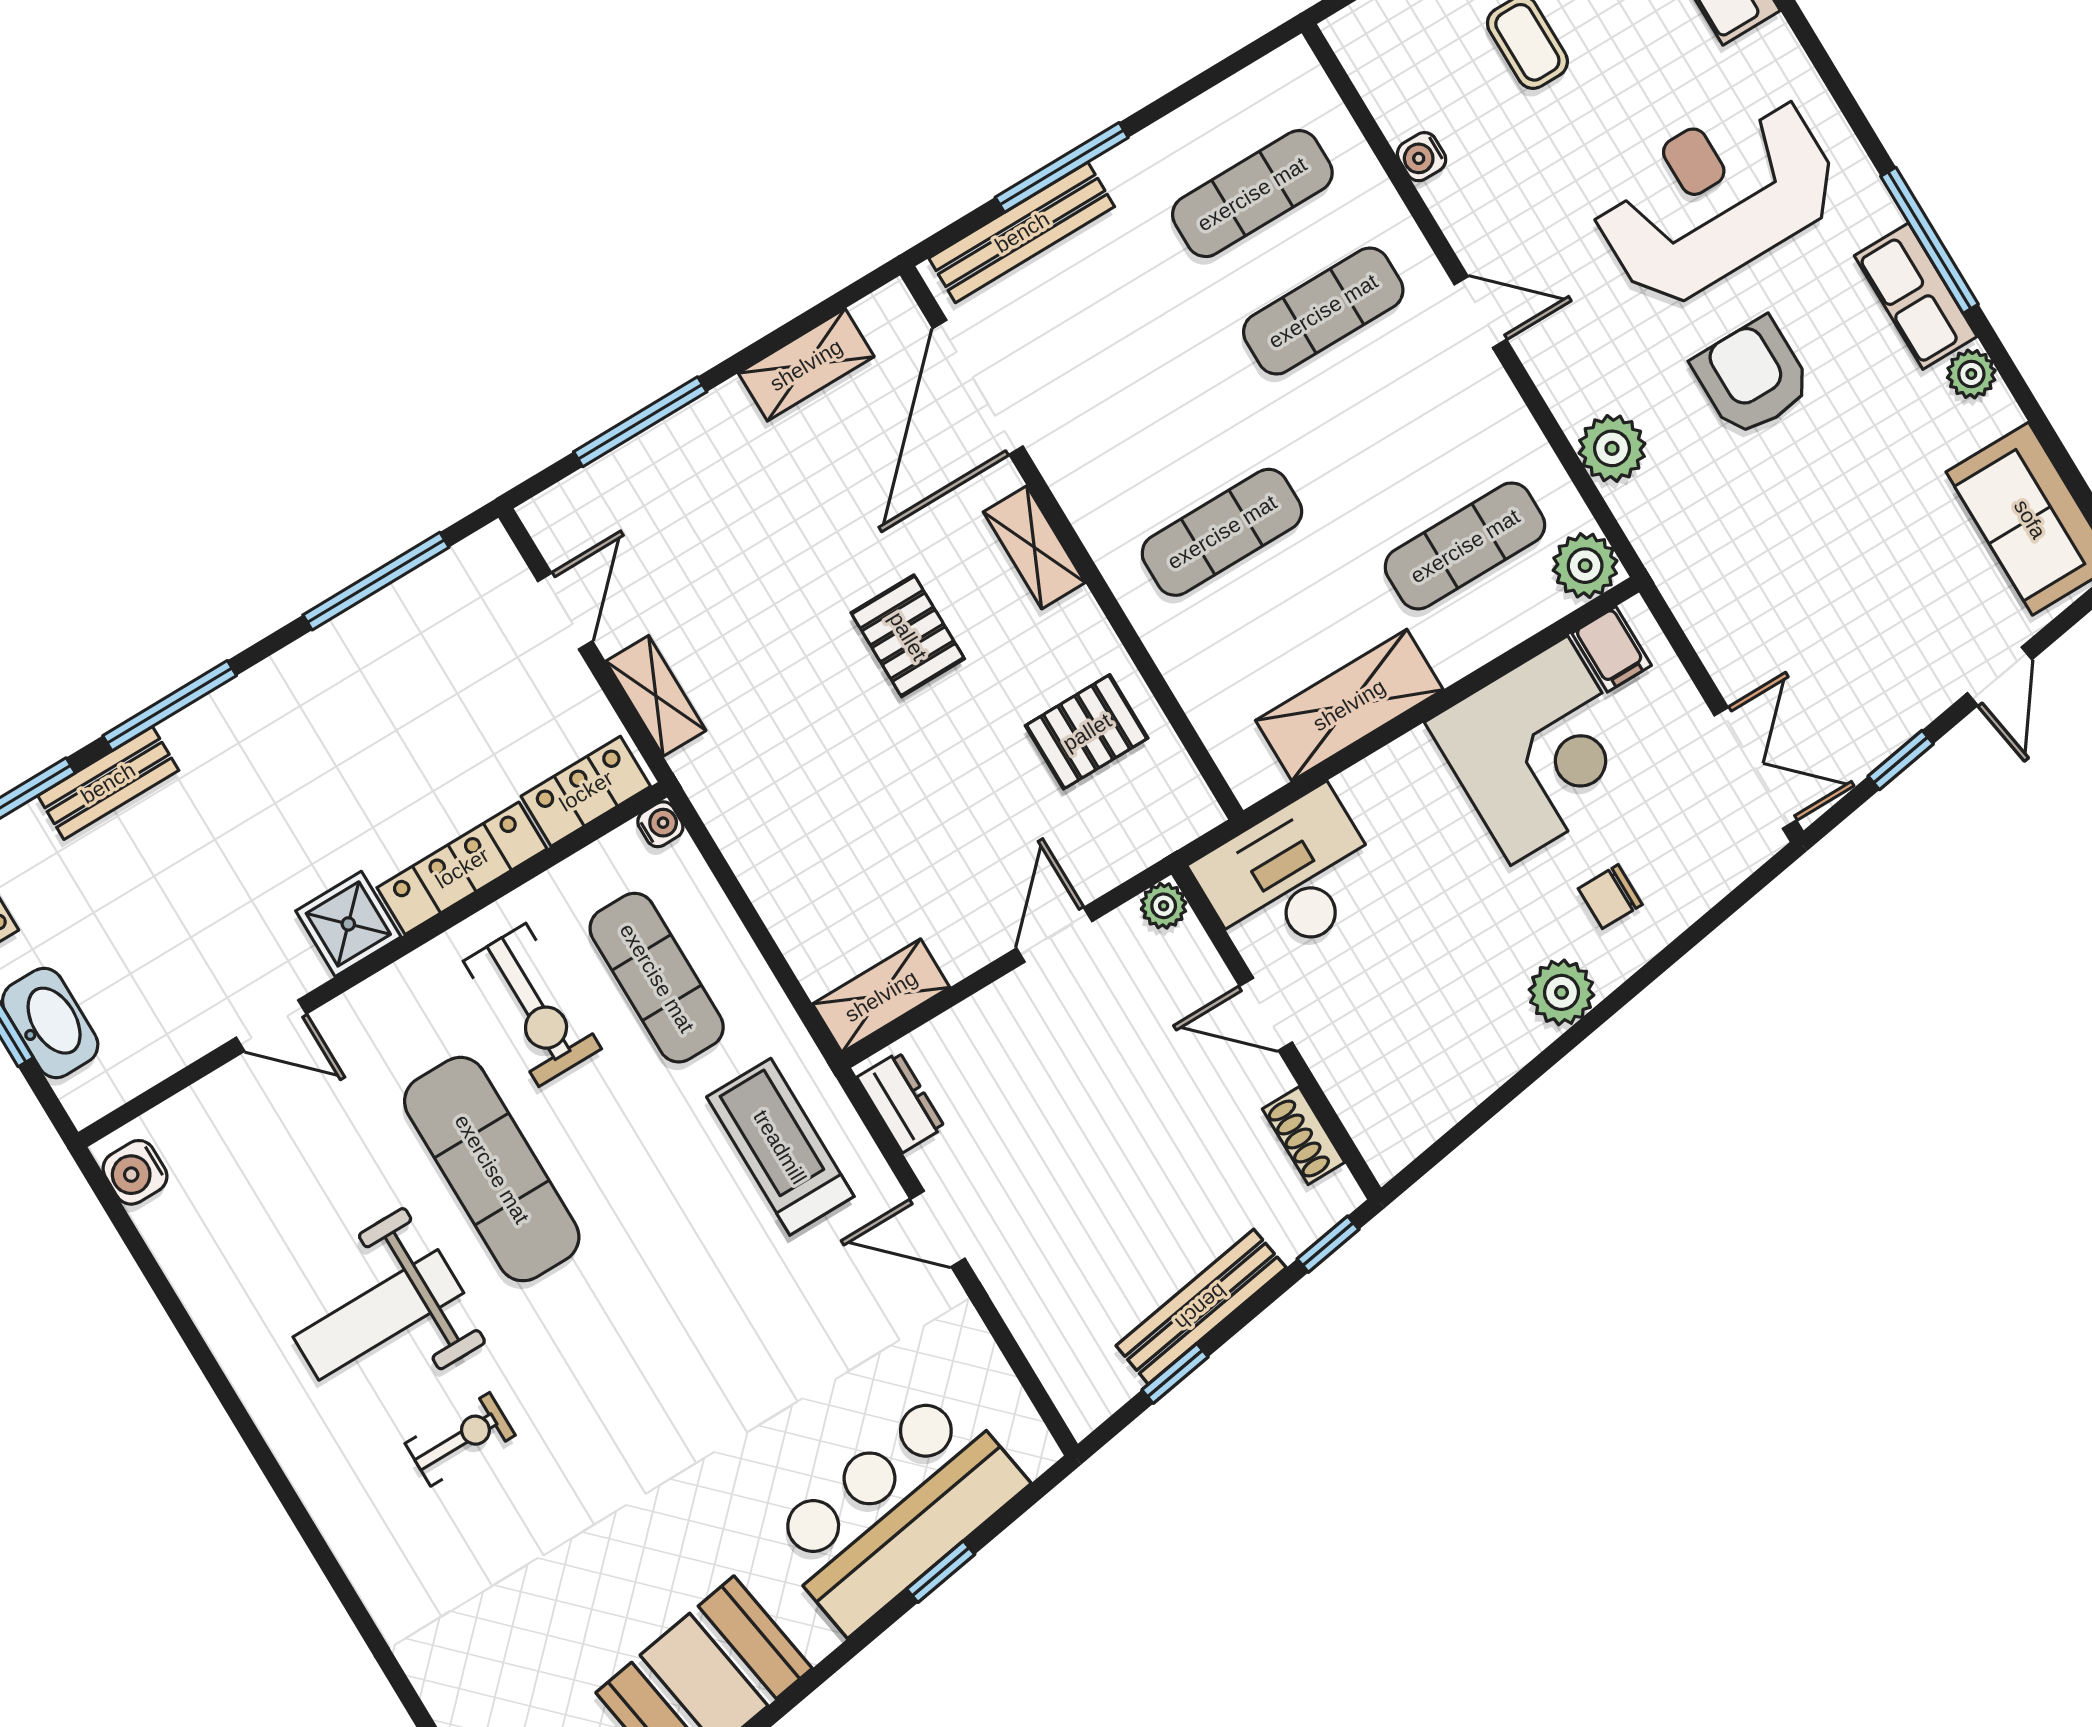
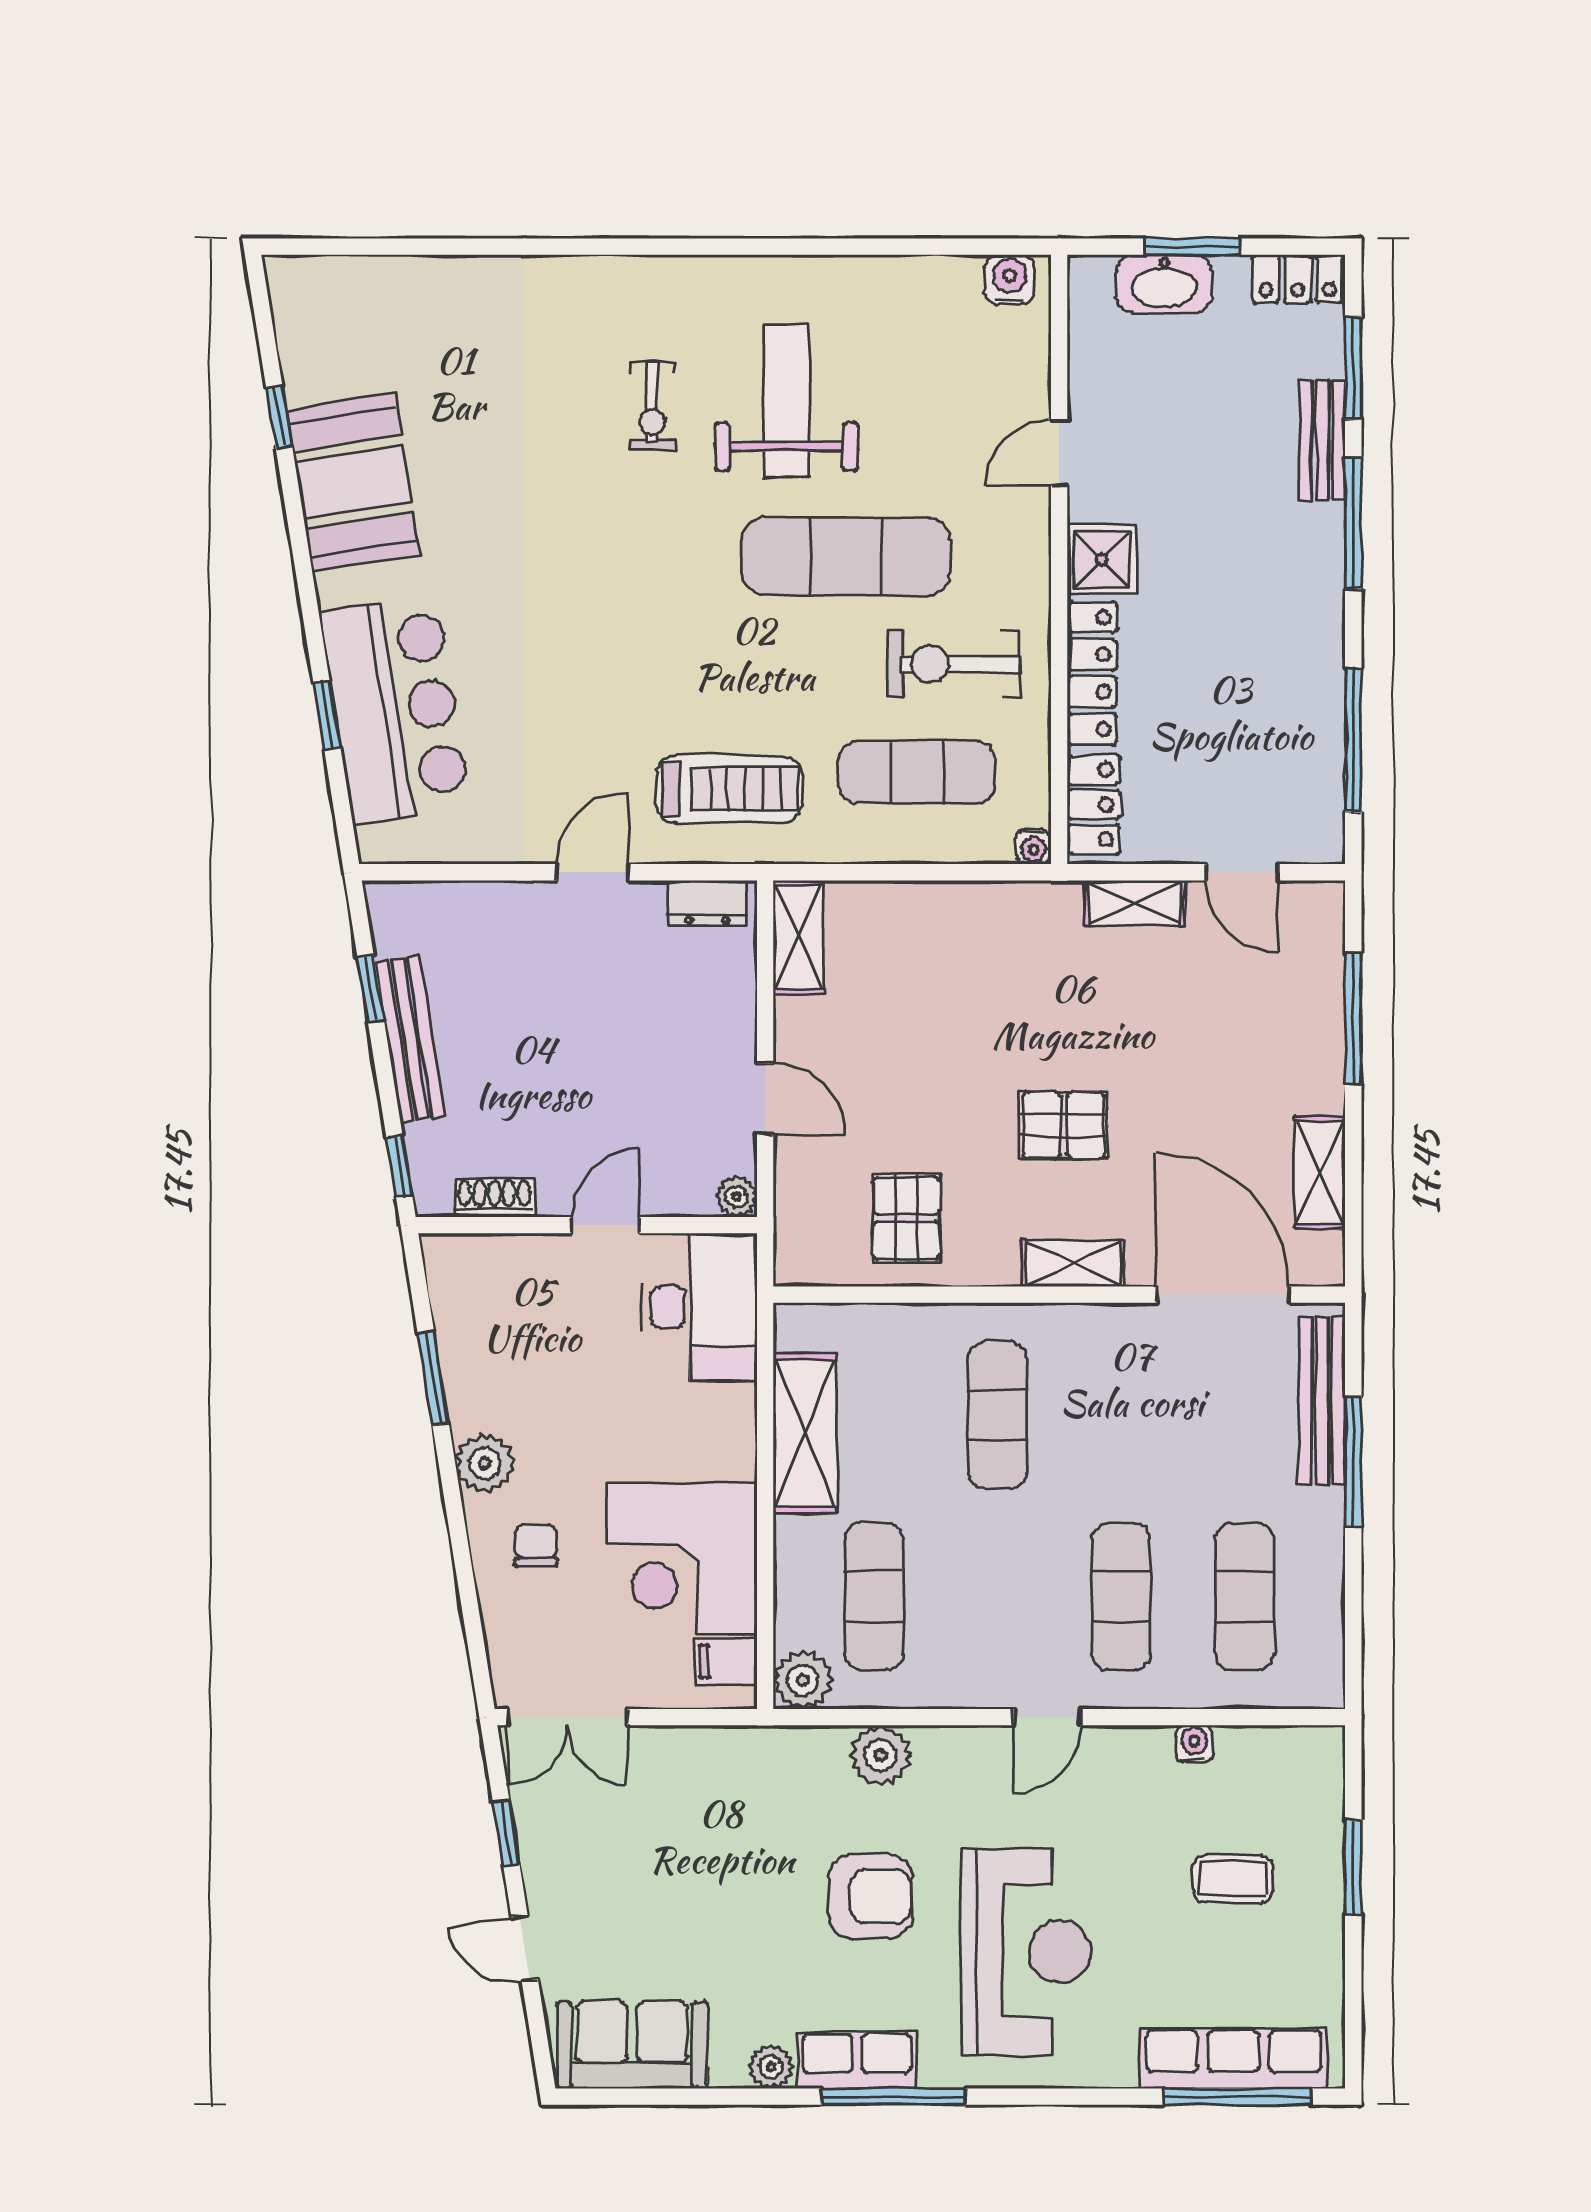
window: (1510, 1090) -> (433, 1378), added

